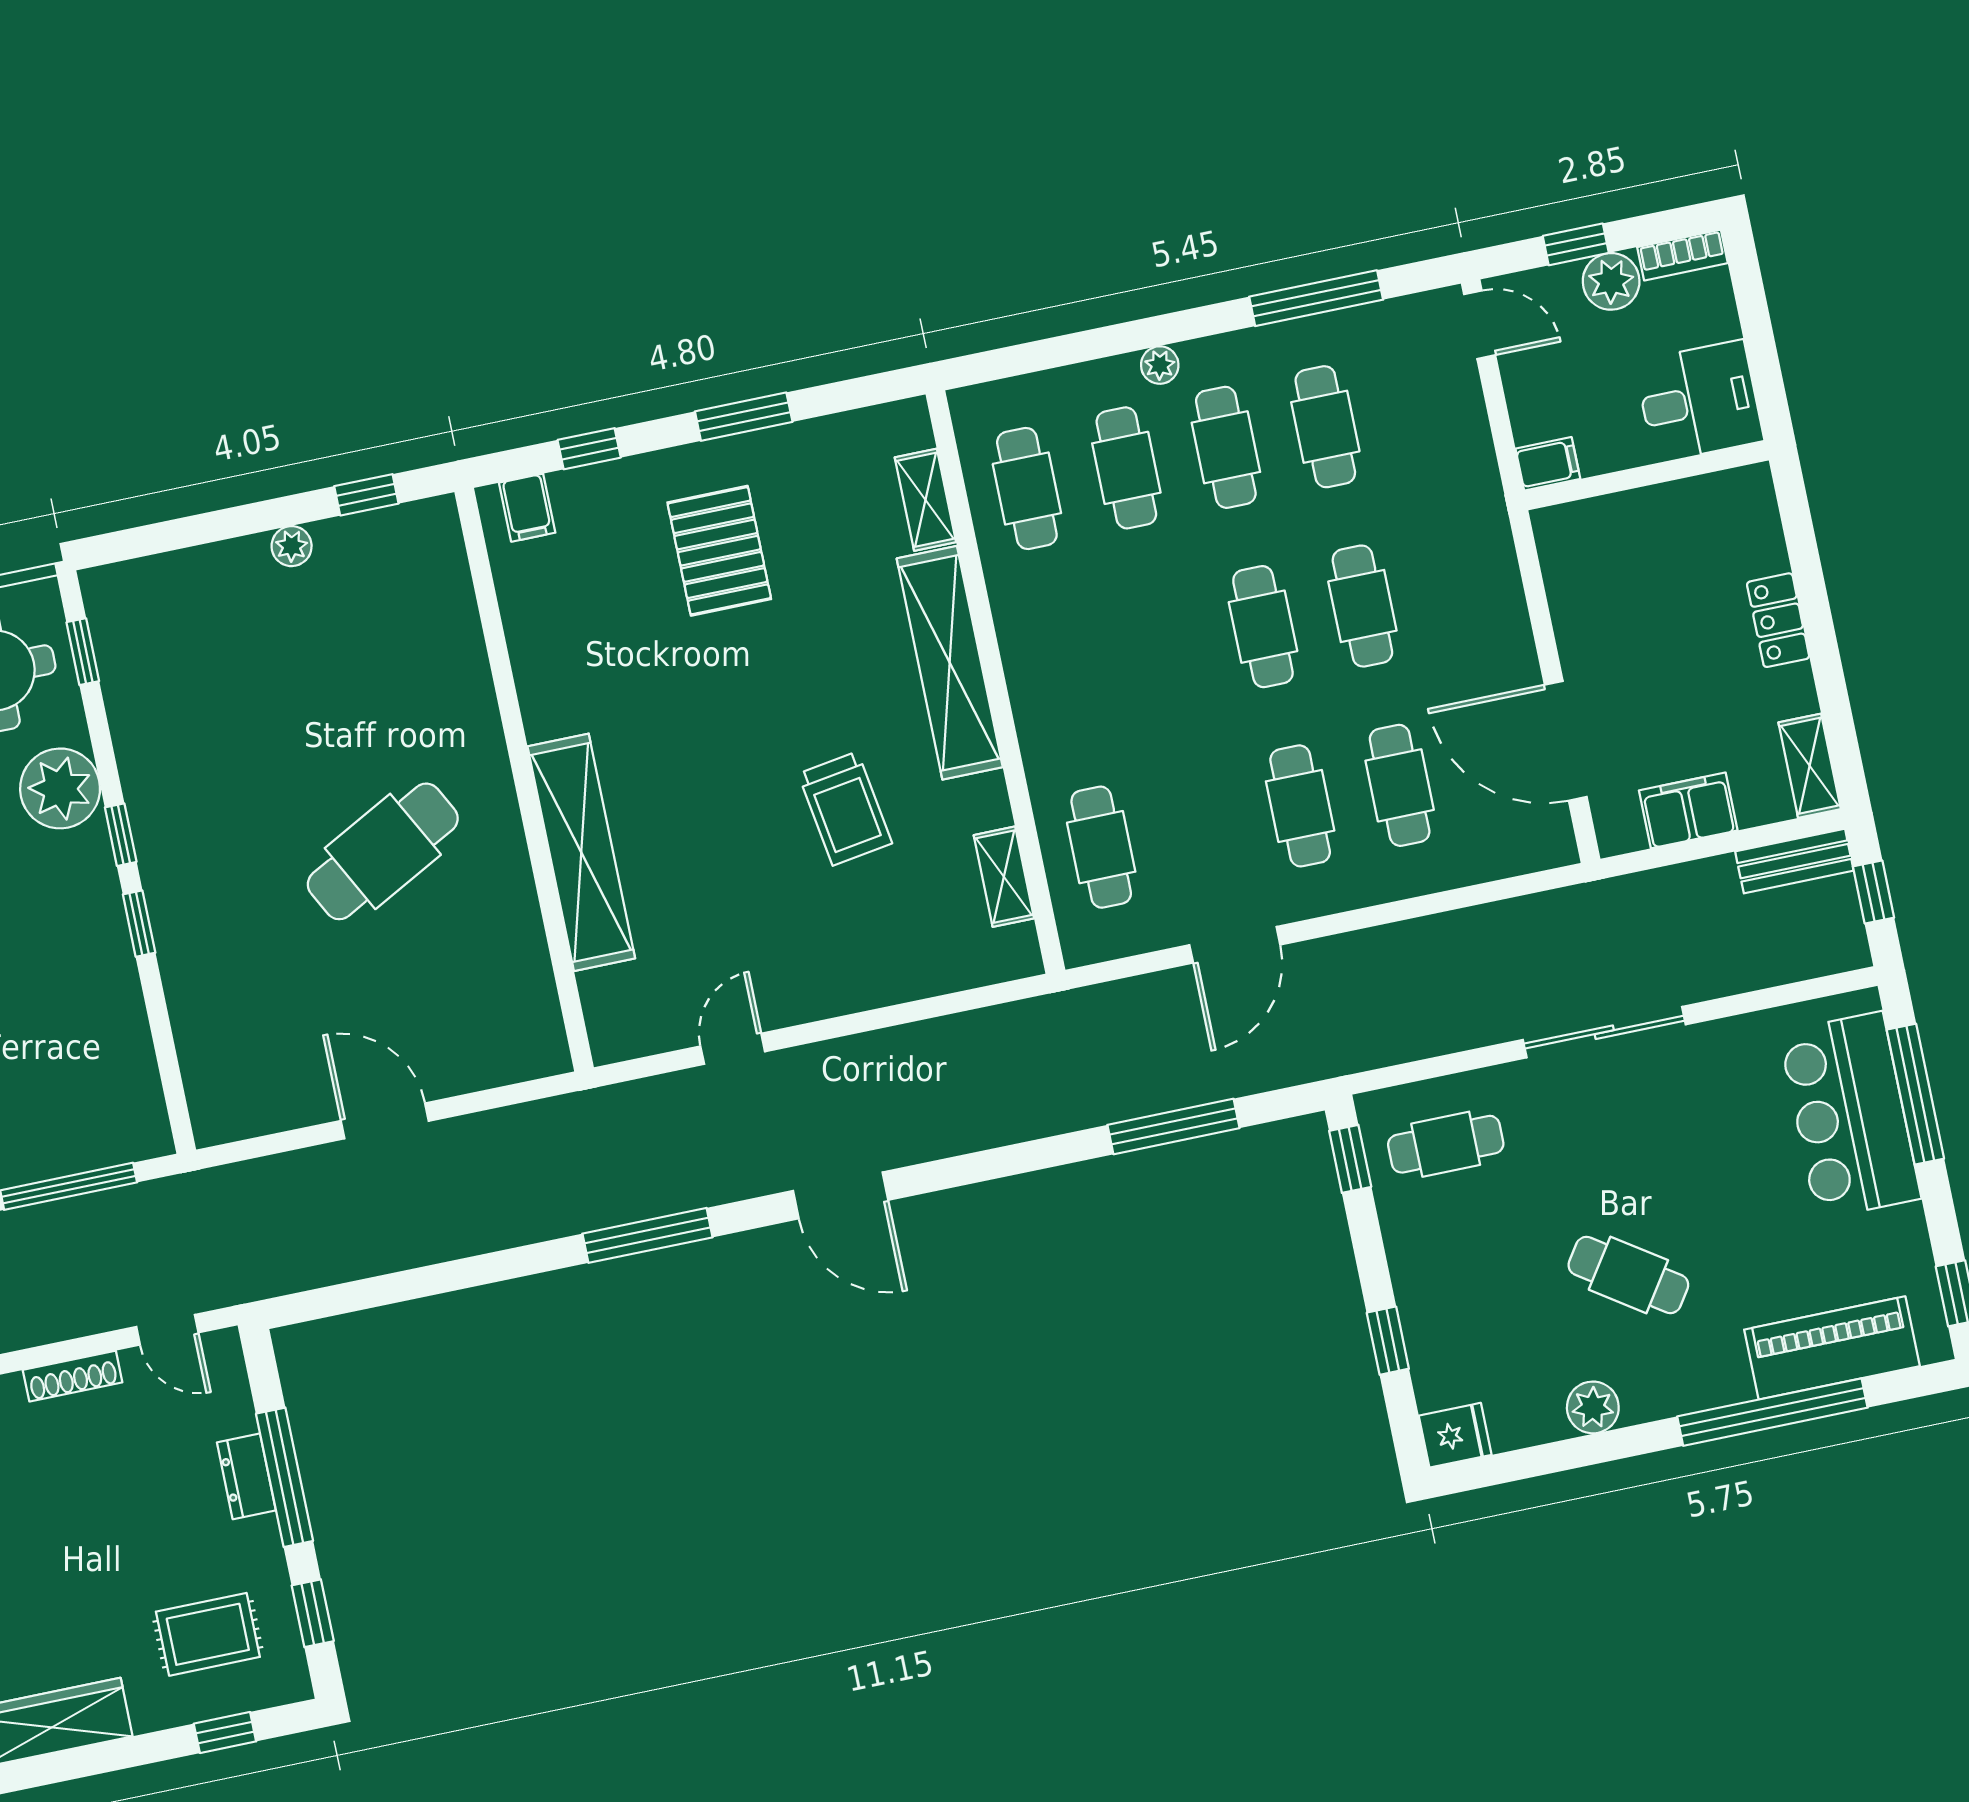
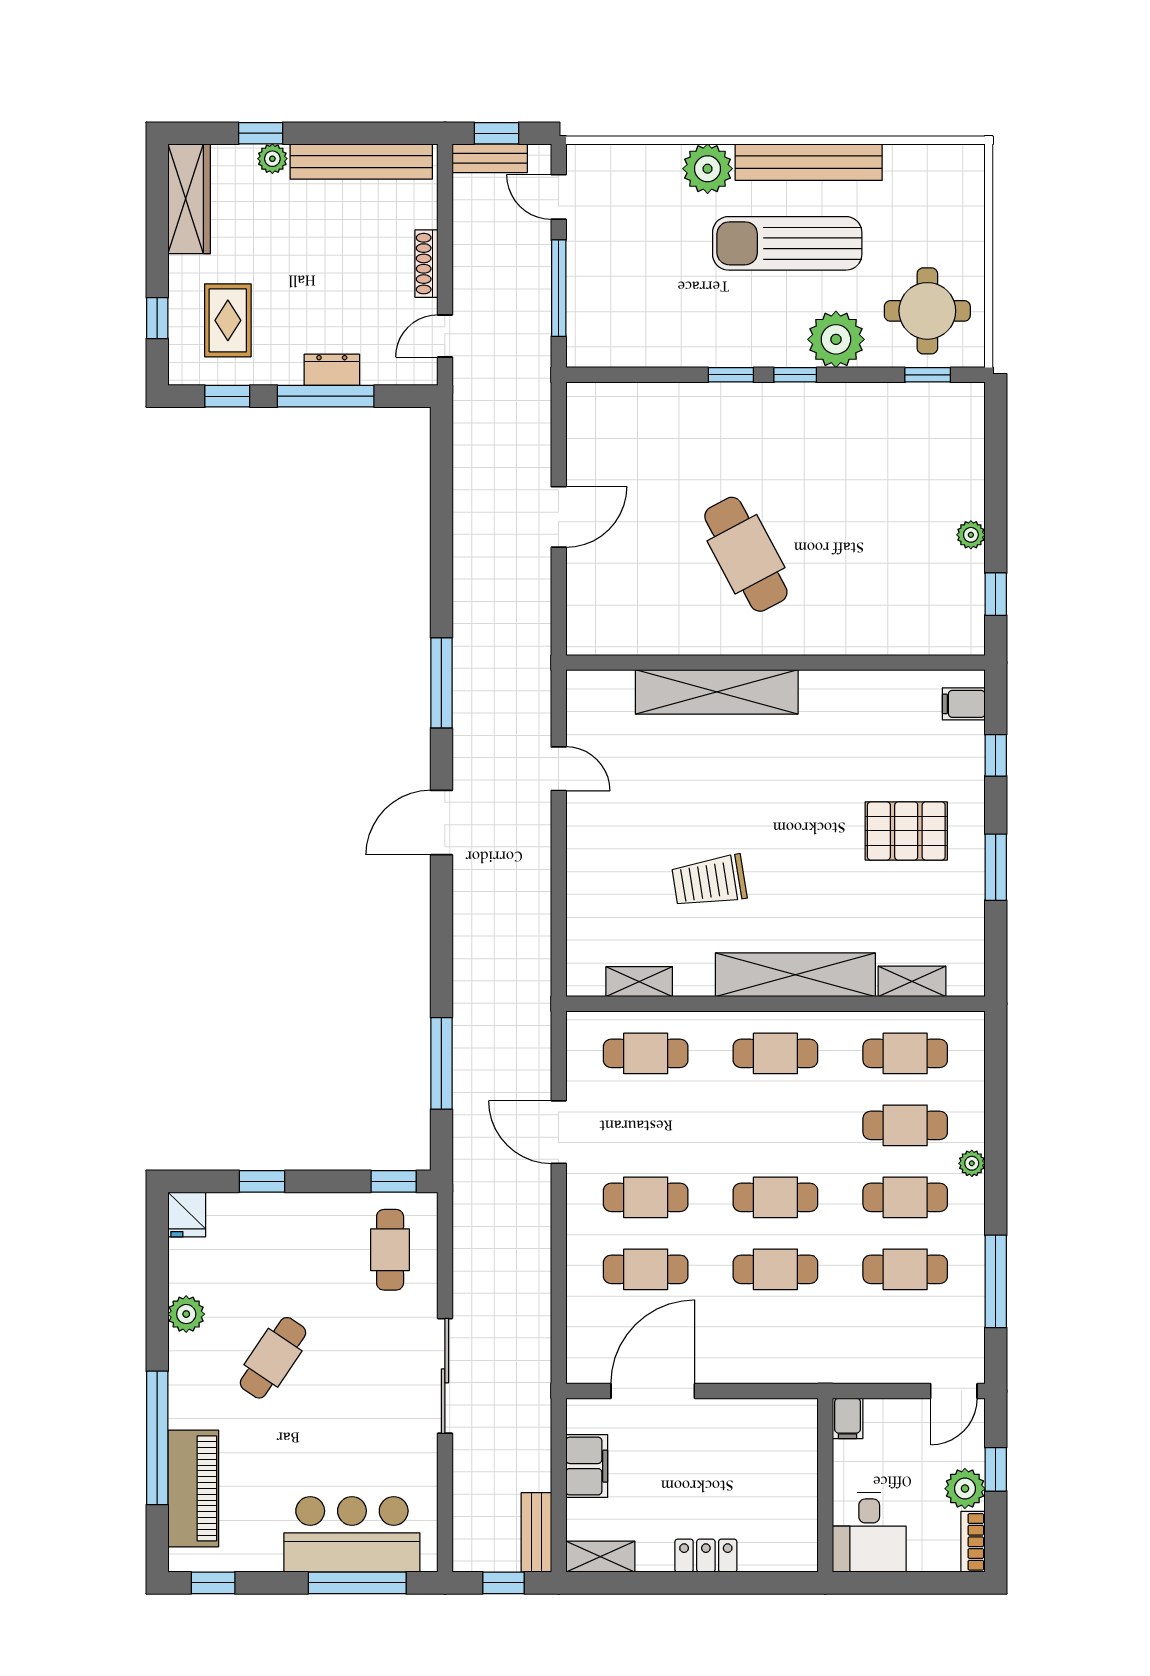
cafe table: (1064, 668) -> (775, 1053), added

